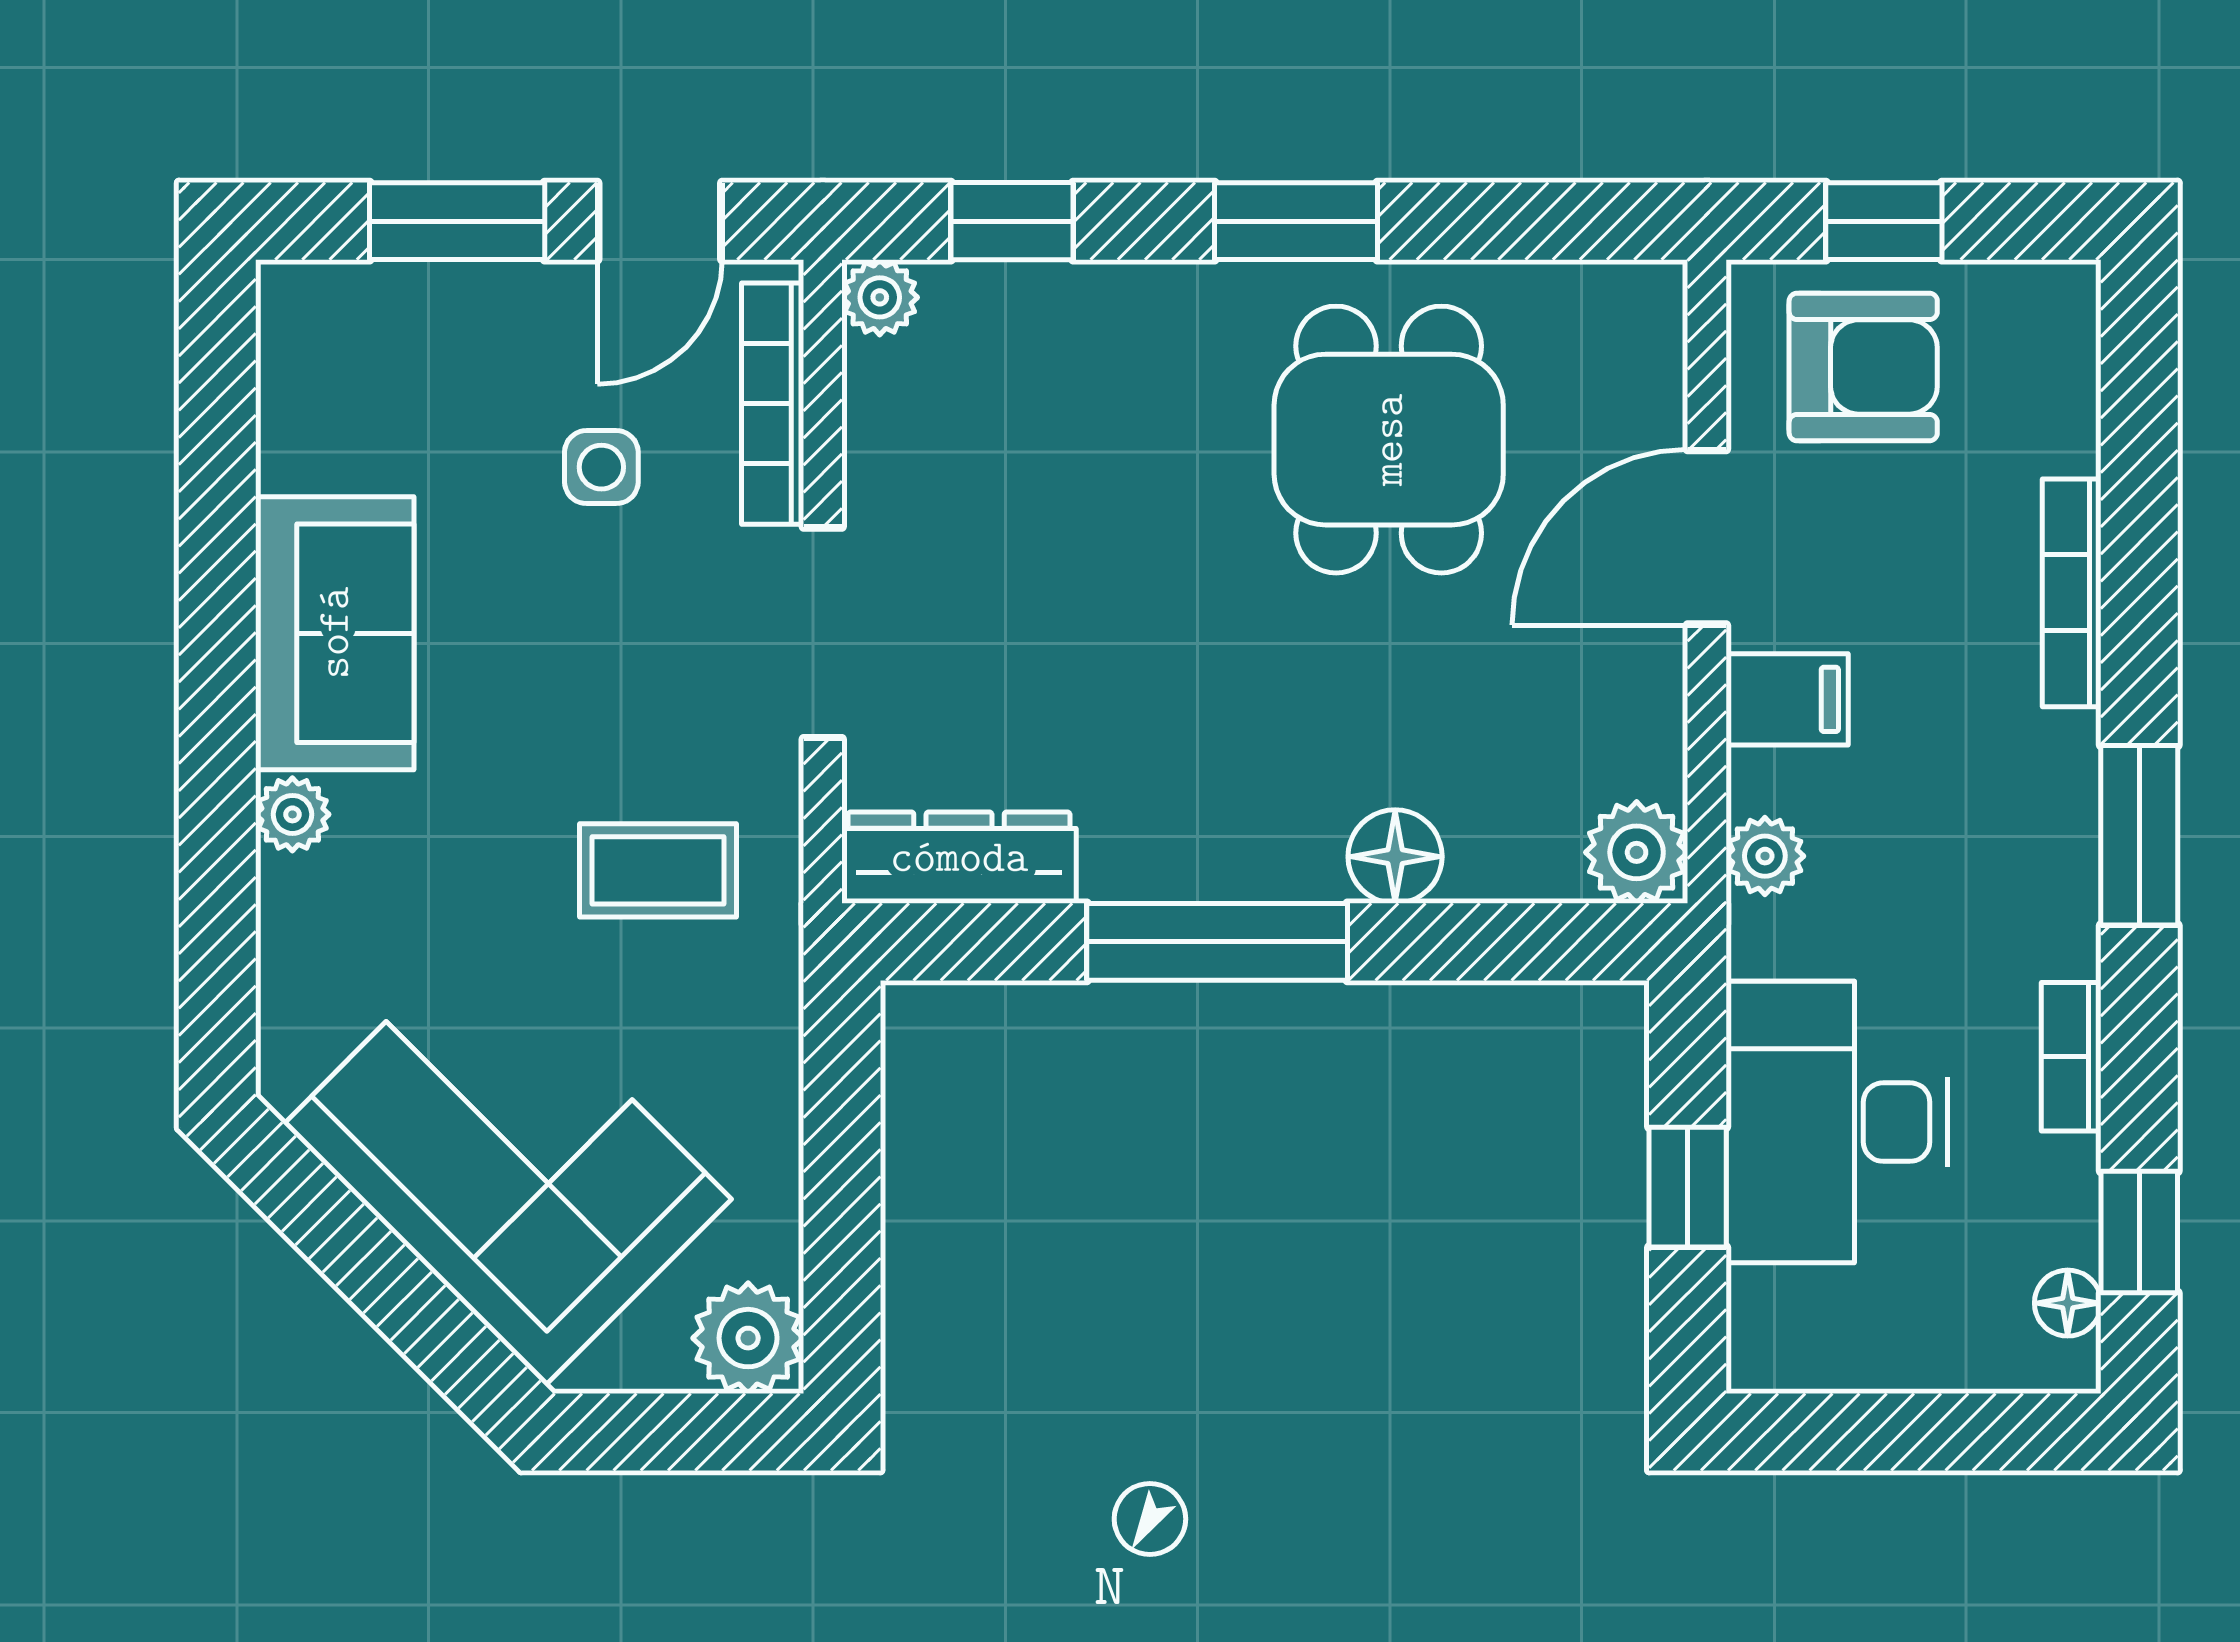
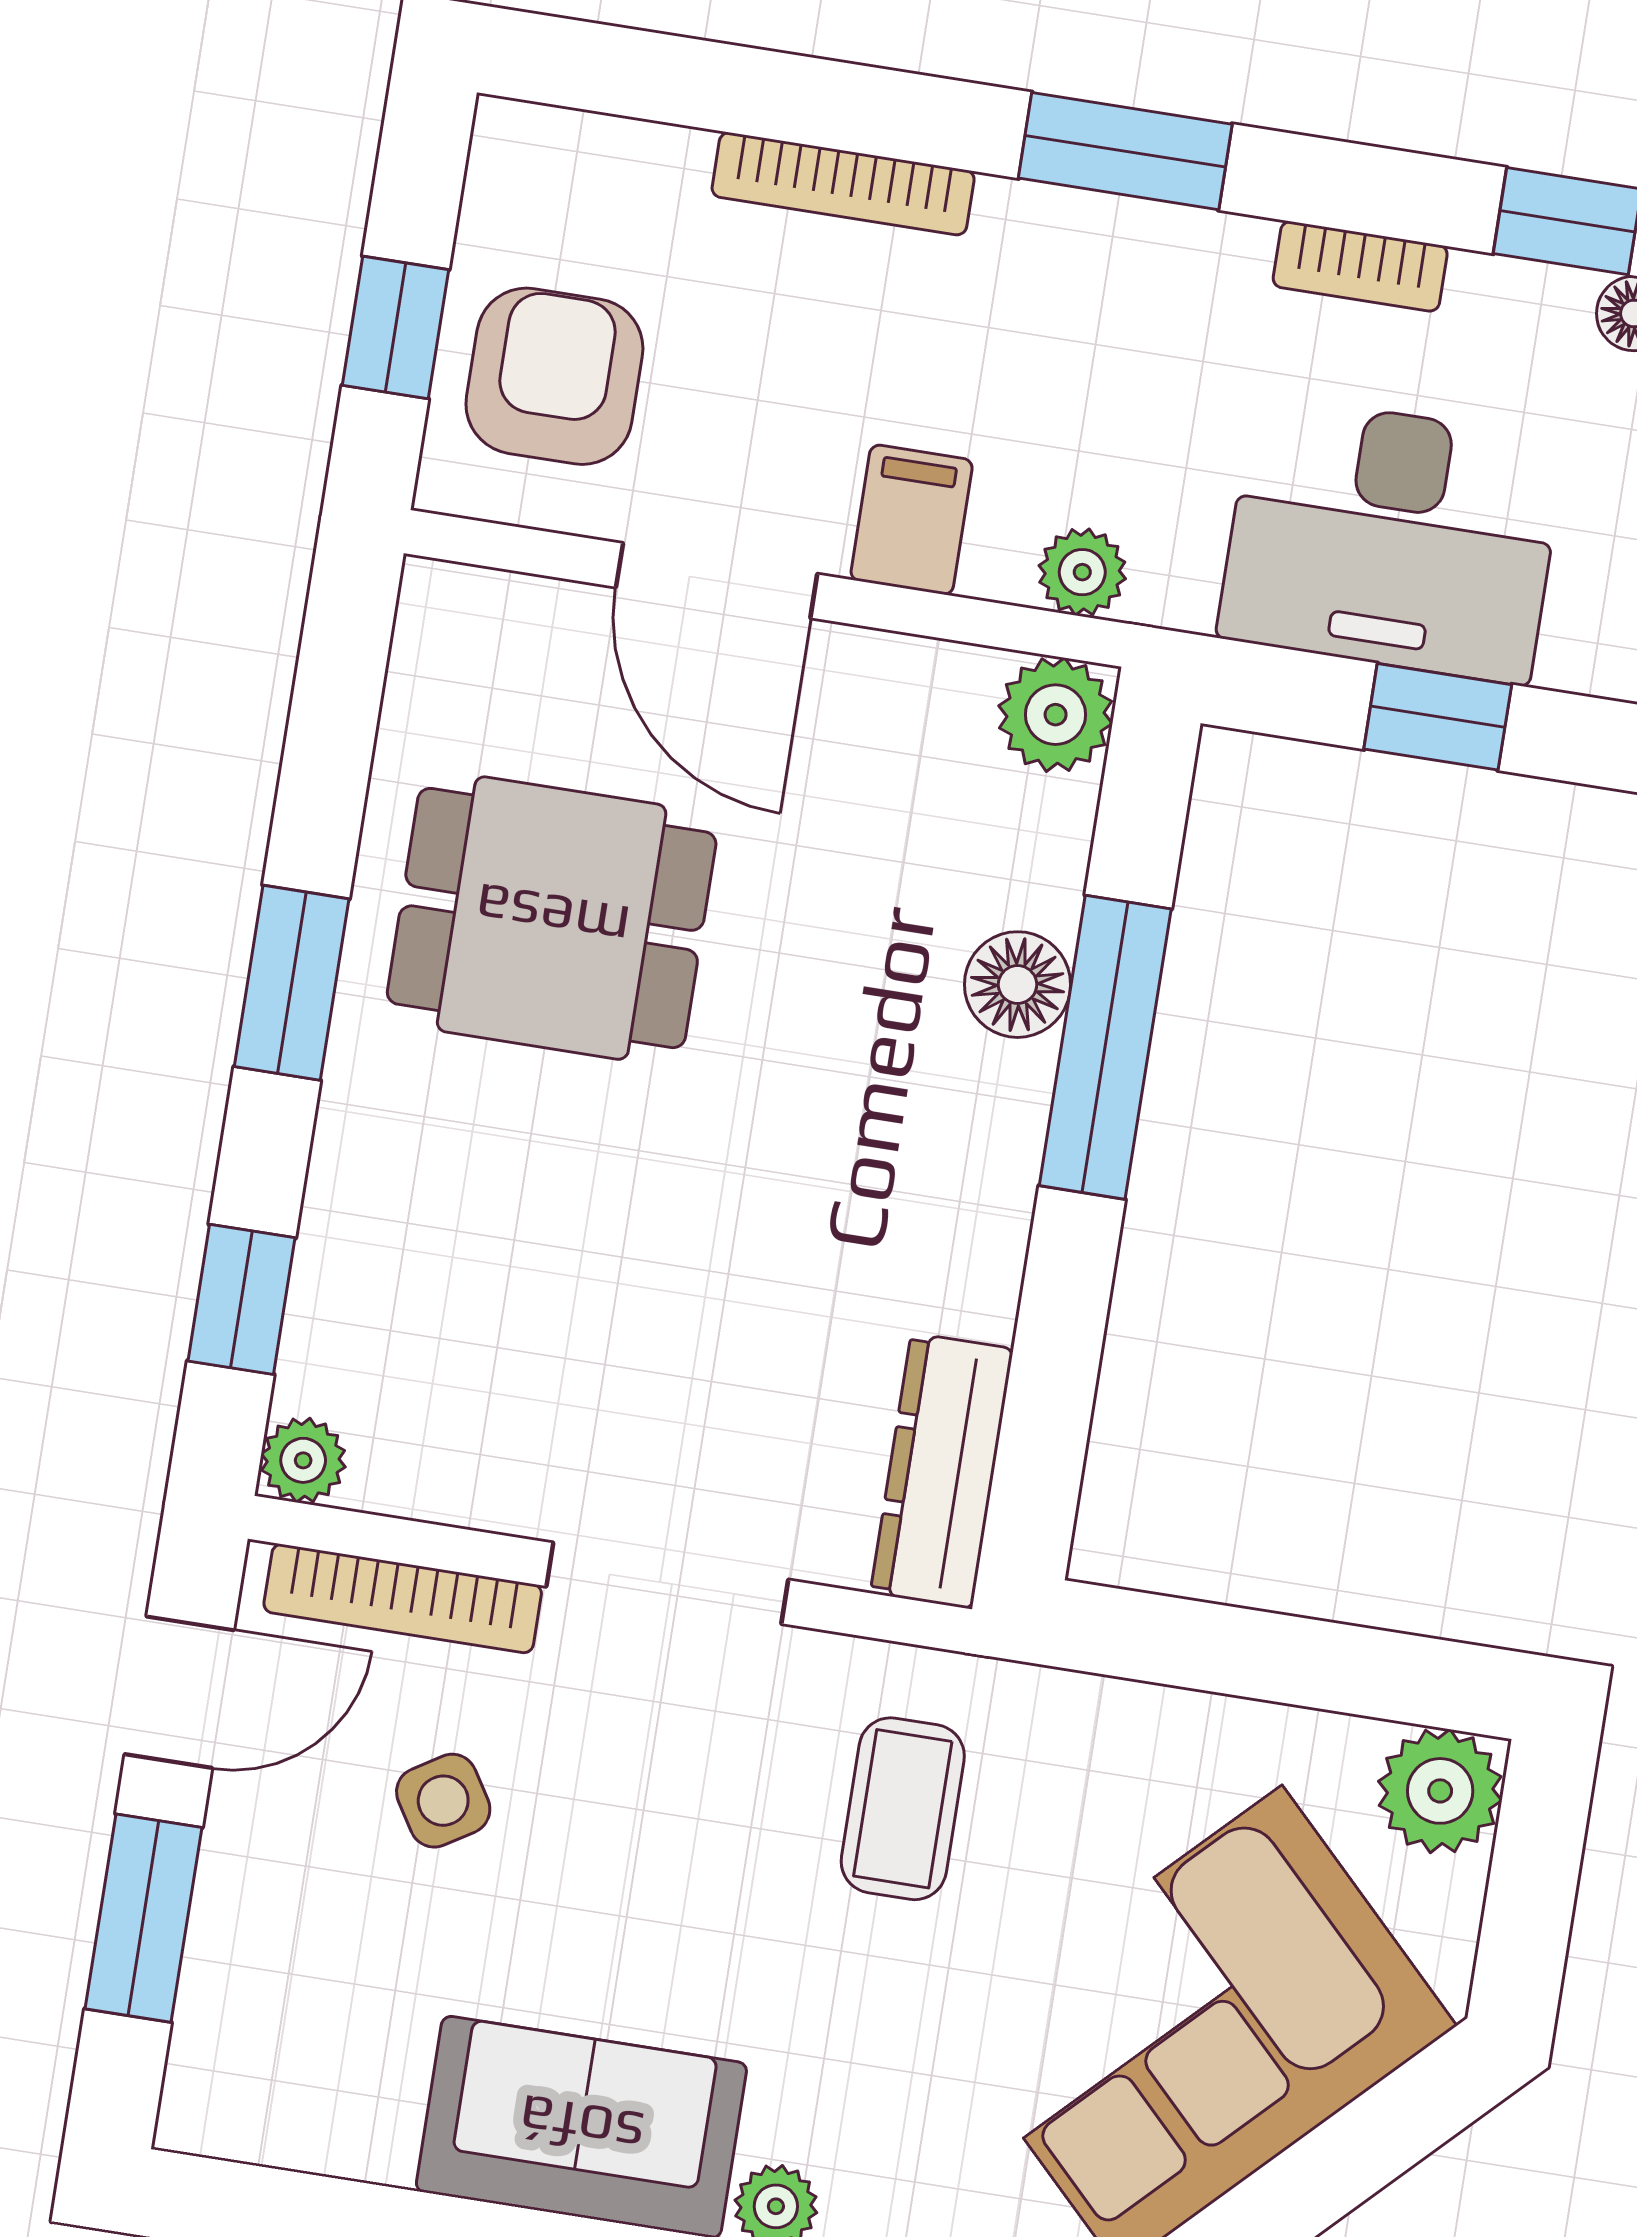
door: (660, 221) -> (179, 1692), hinge flipped
side table: (601, 467) -> (443, 1801), turned -32
window: (1217, 942) -> (1105, 1047), moved

